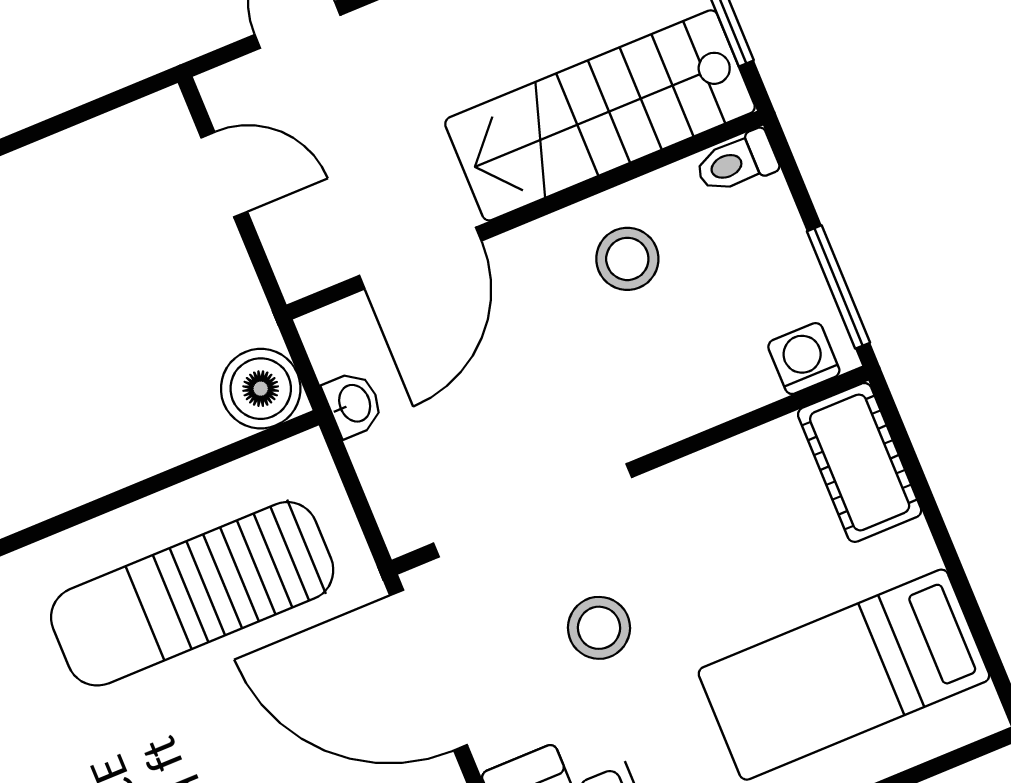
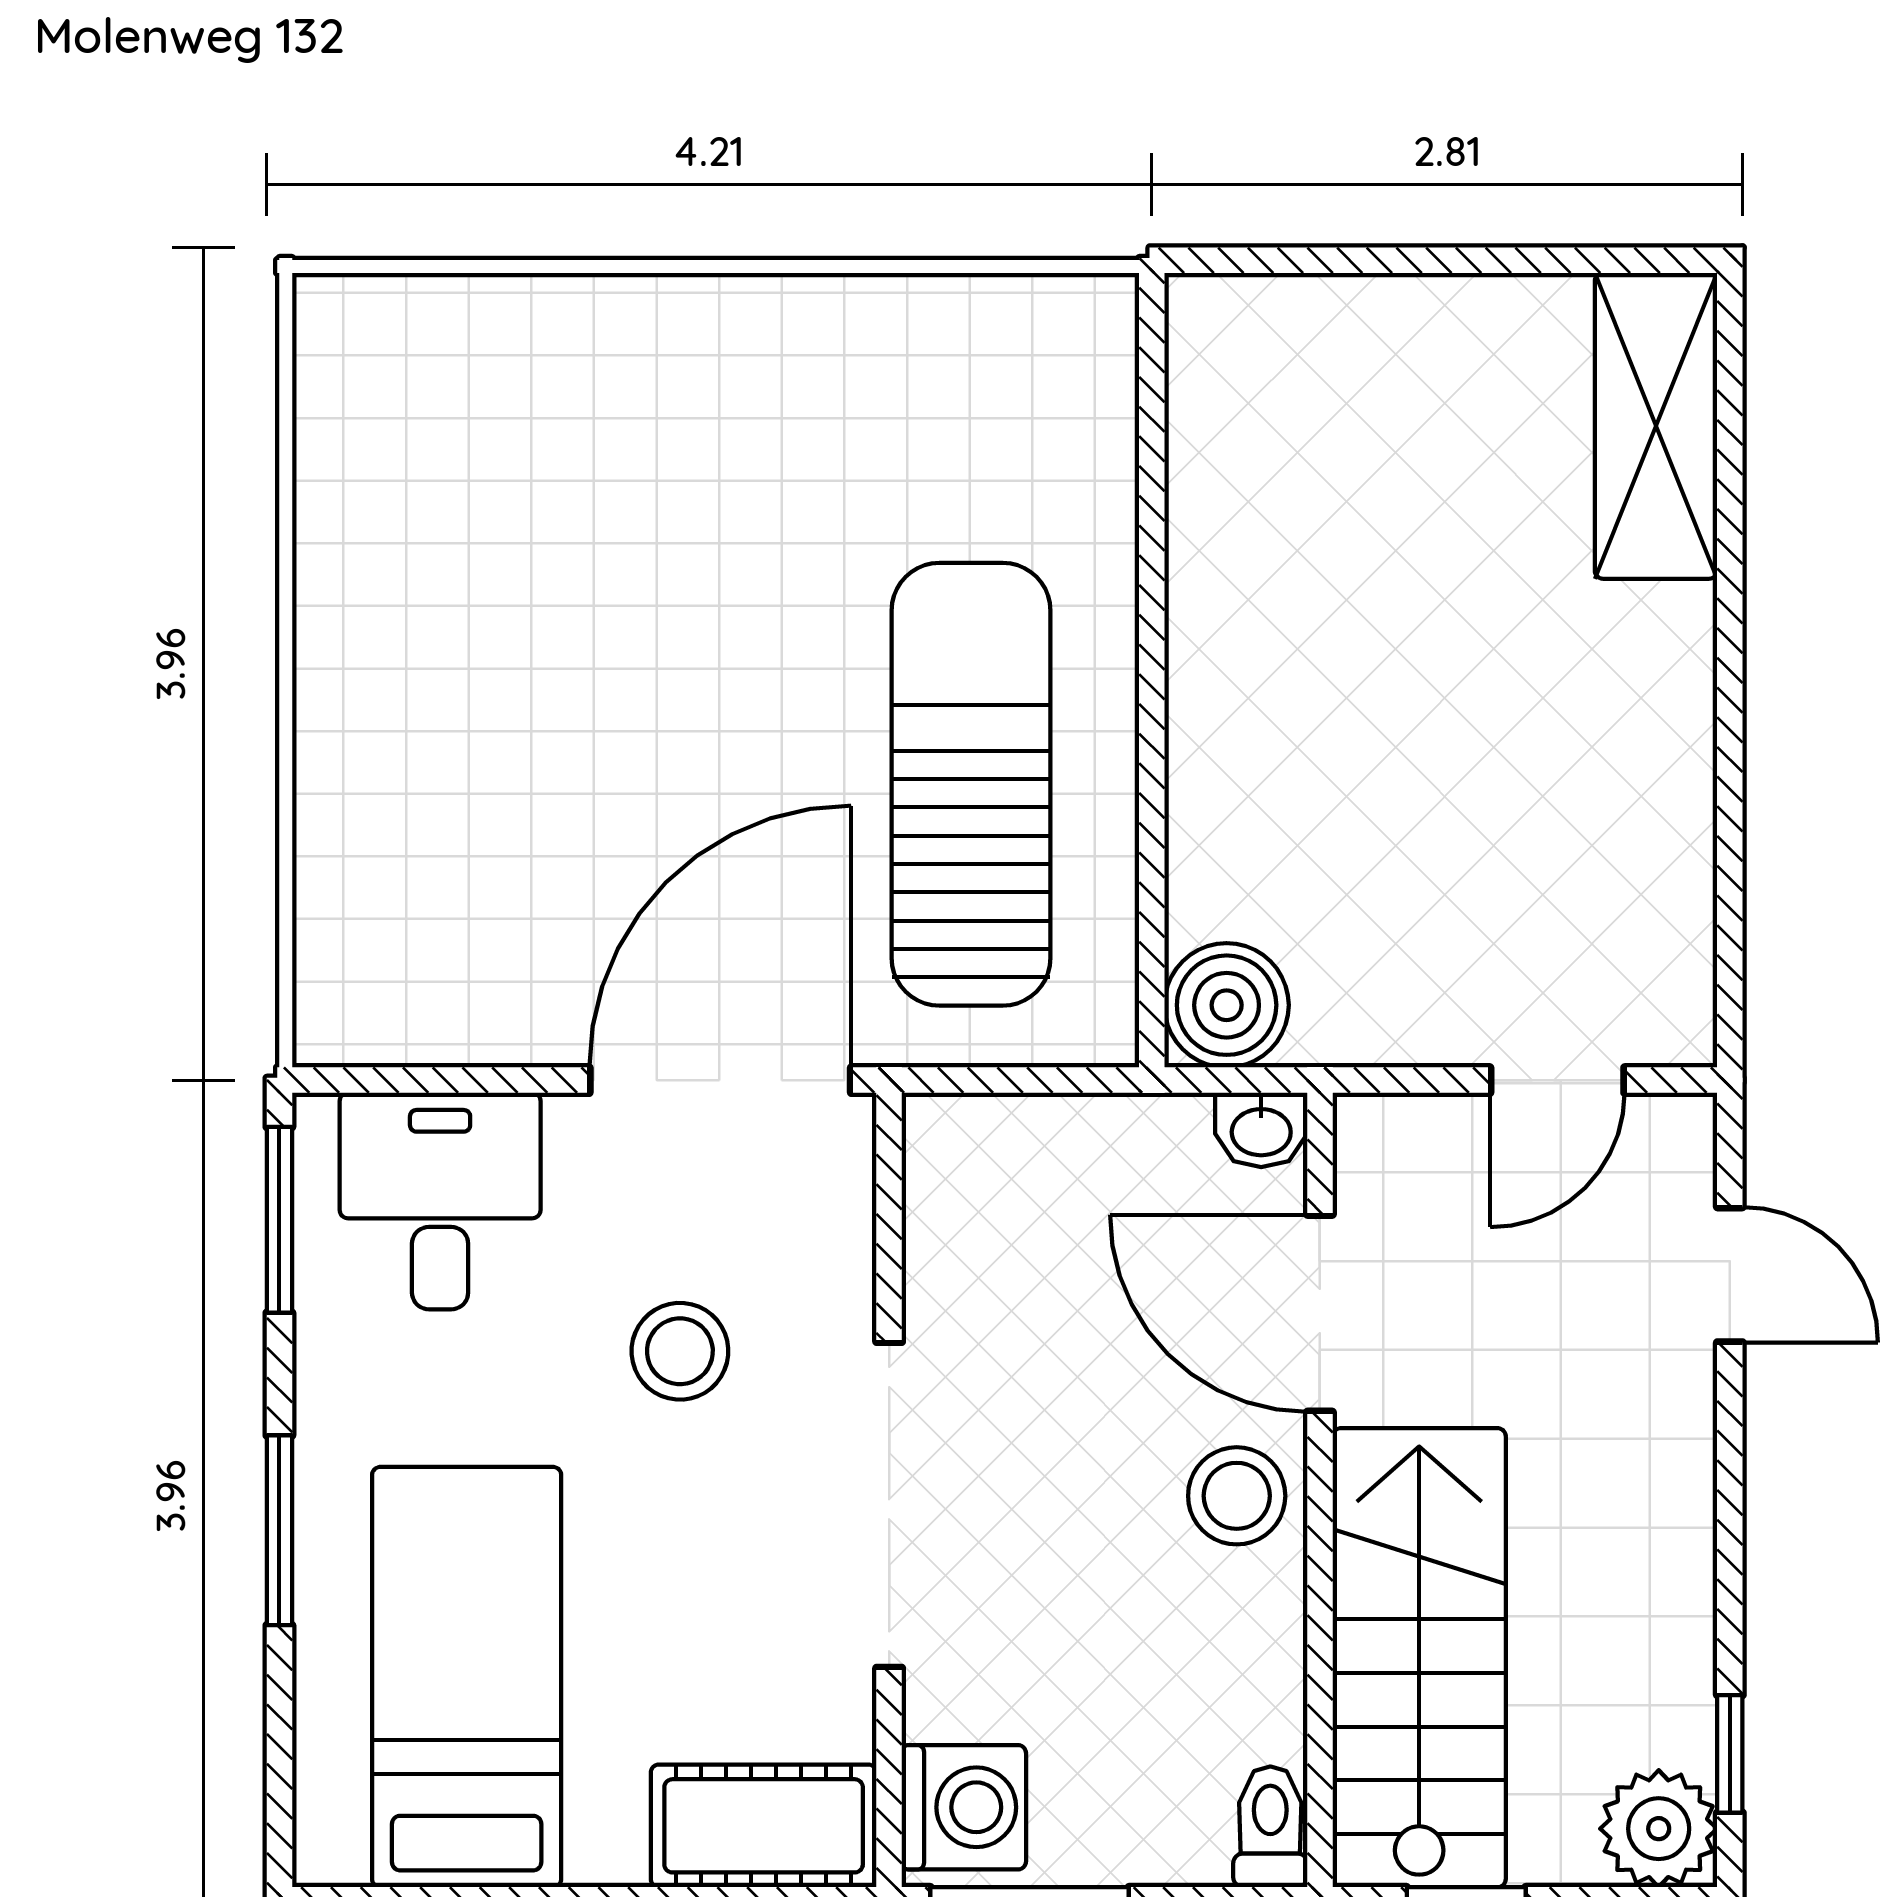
stool: (627, 259) -> (1237, 1496), moved
washing machine: (804, 359) -> (964, 1807), width x1.38, depth x1.38
washbasin: (353, 404) -> (1261, 1130), moved
doorway: (533, 510) -> (889, 1505), moved

